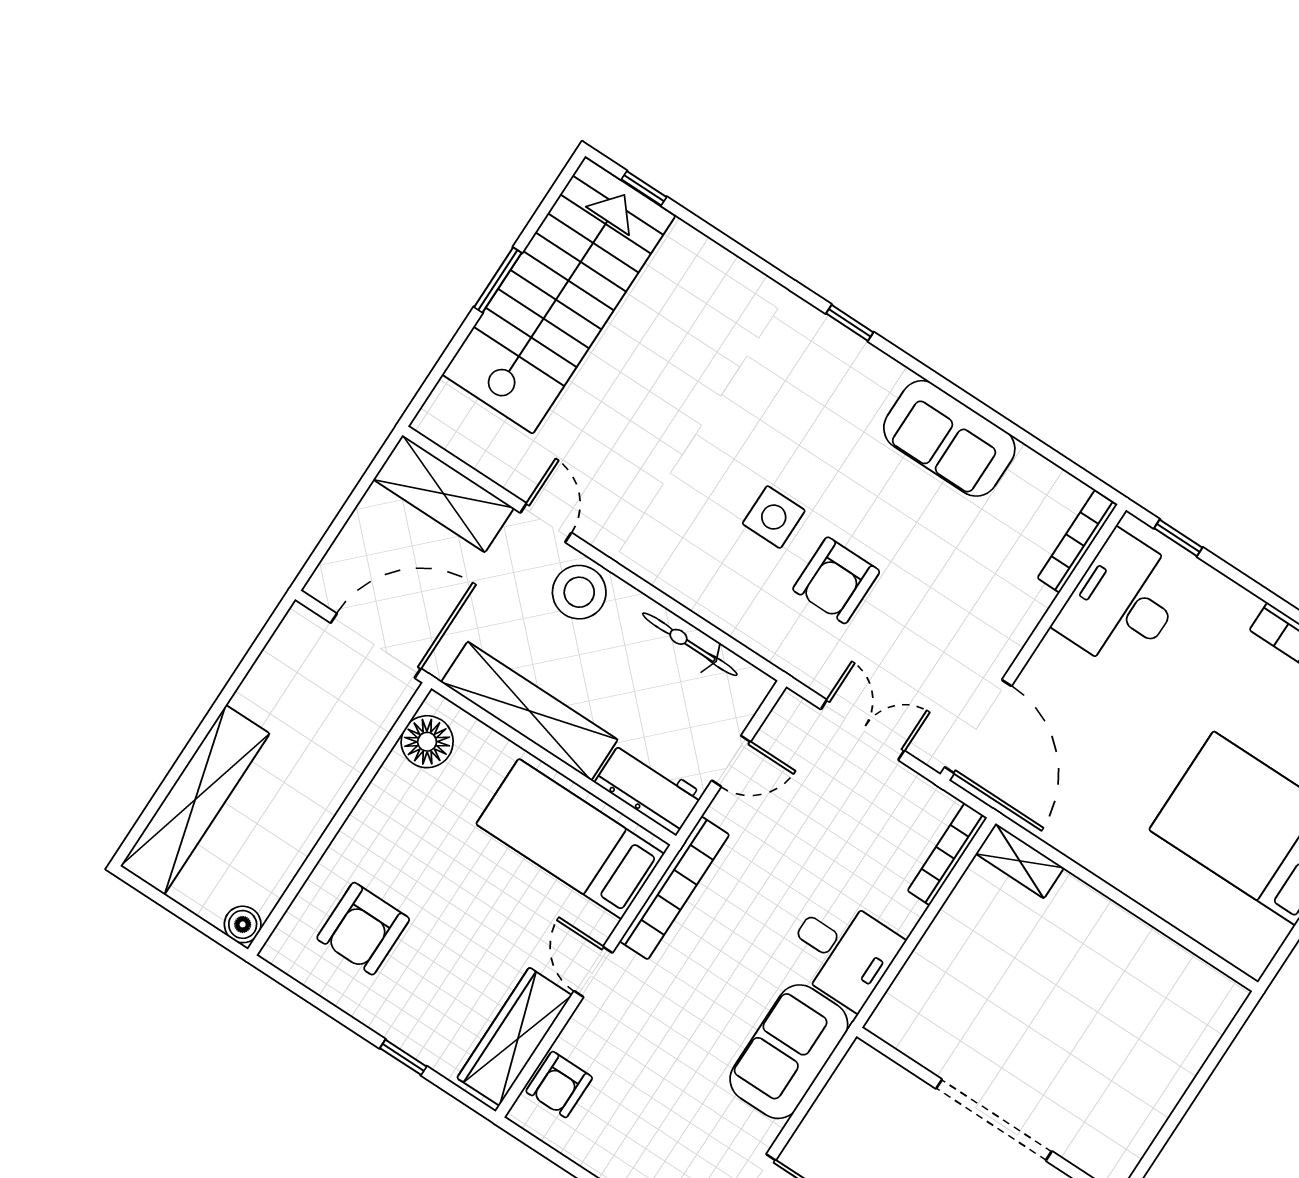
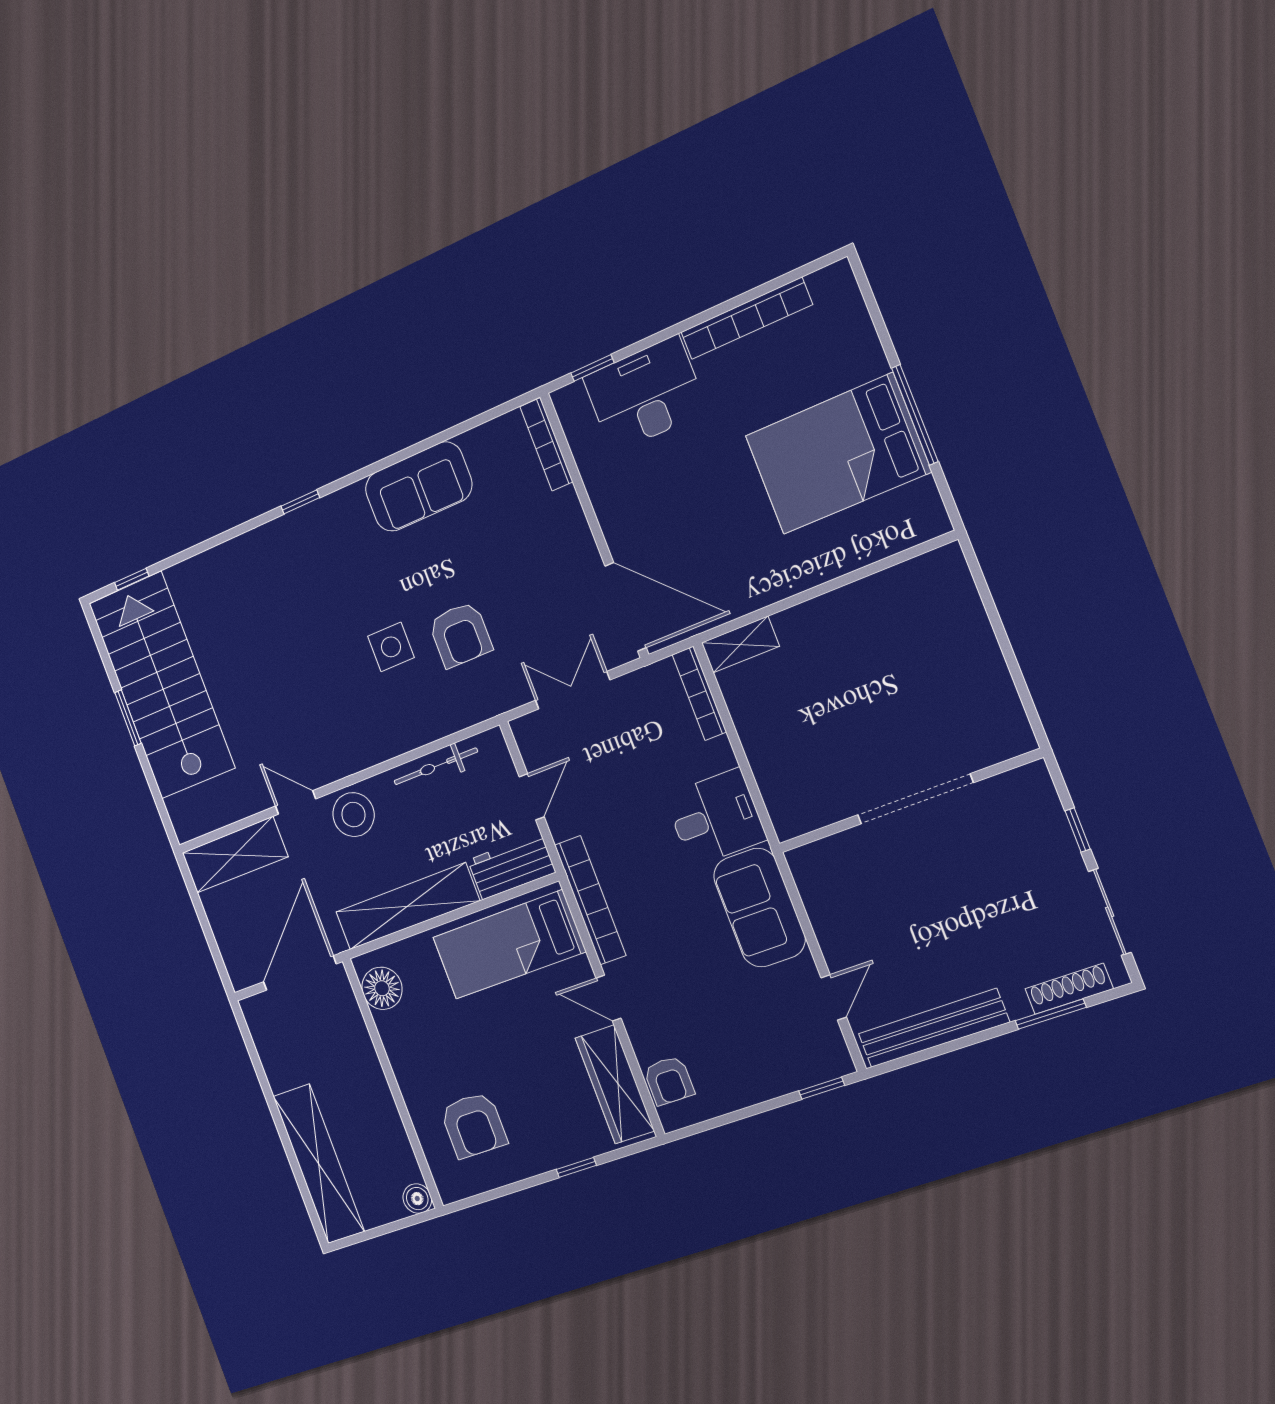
desk: (1122, 602) -> (645, 394), moved, turned 90

